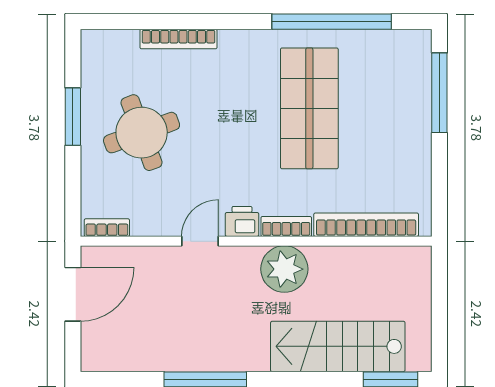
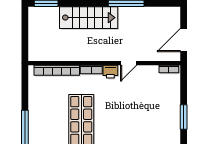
round table: (142, 133) -> (154, 110), removed
plant: (284, 269) -> (92, 51), removed
stairs: (338, 346) -> (89, 18), moved

